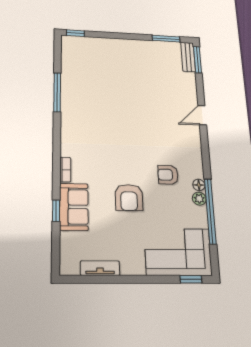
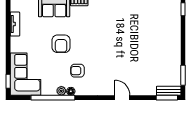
armchair: (168, 175) -> (77, 71), turned -90
armchair: (129, 197) -> (61, 44), turned -90

